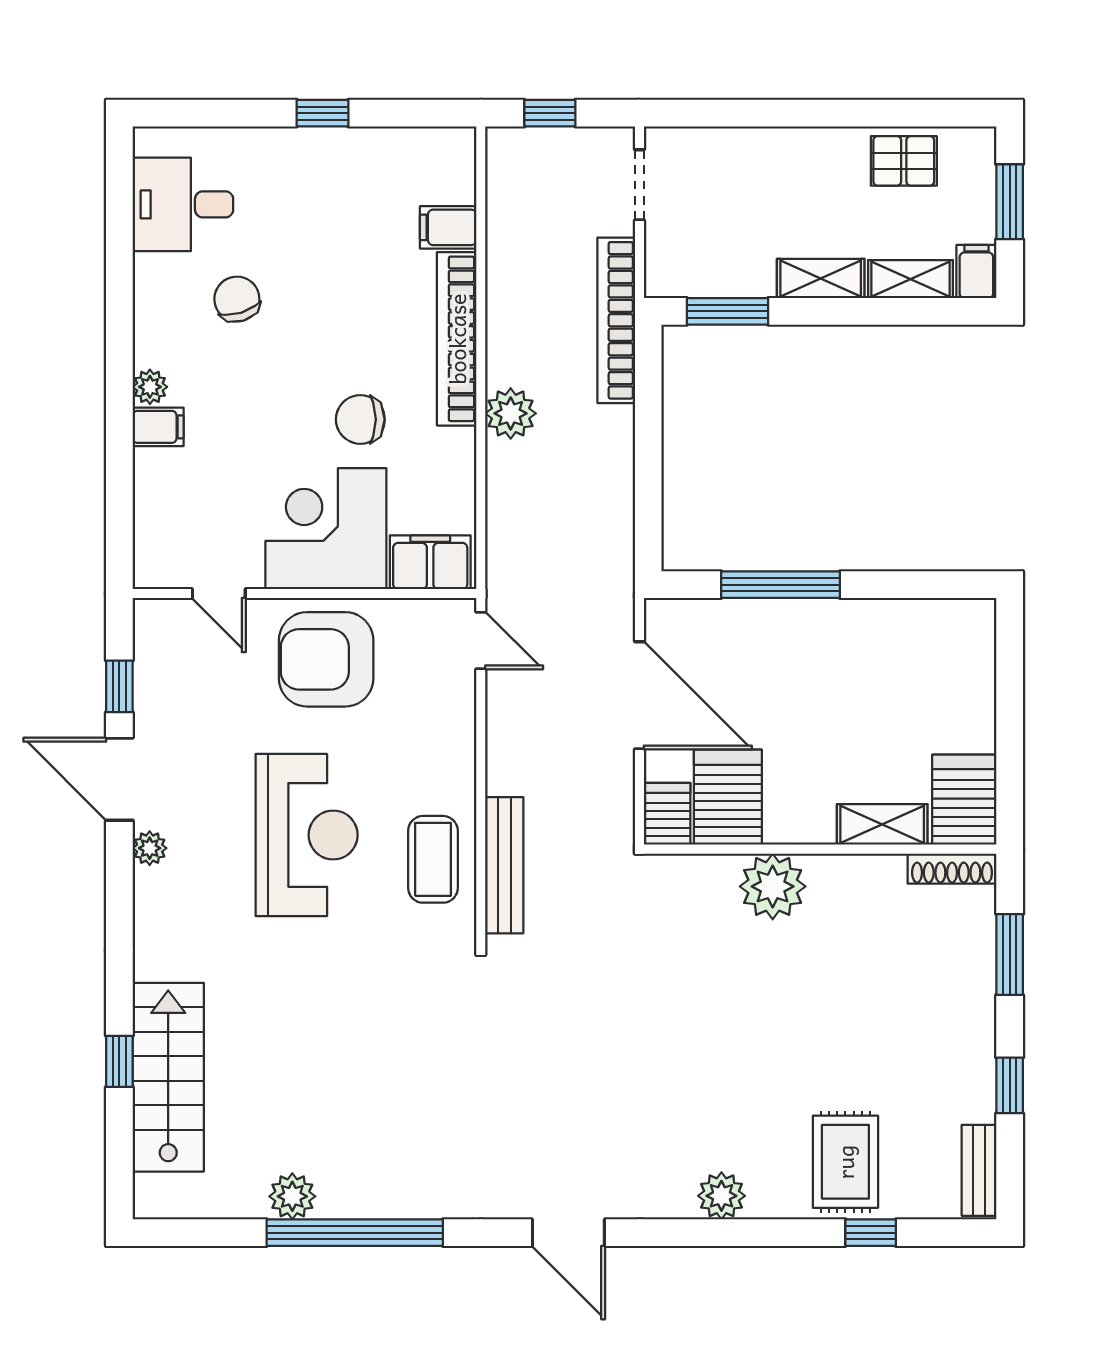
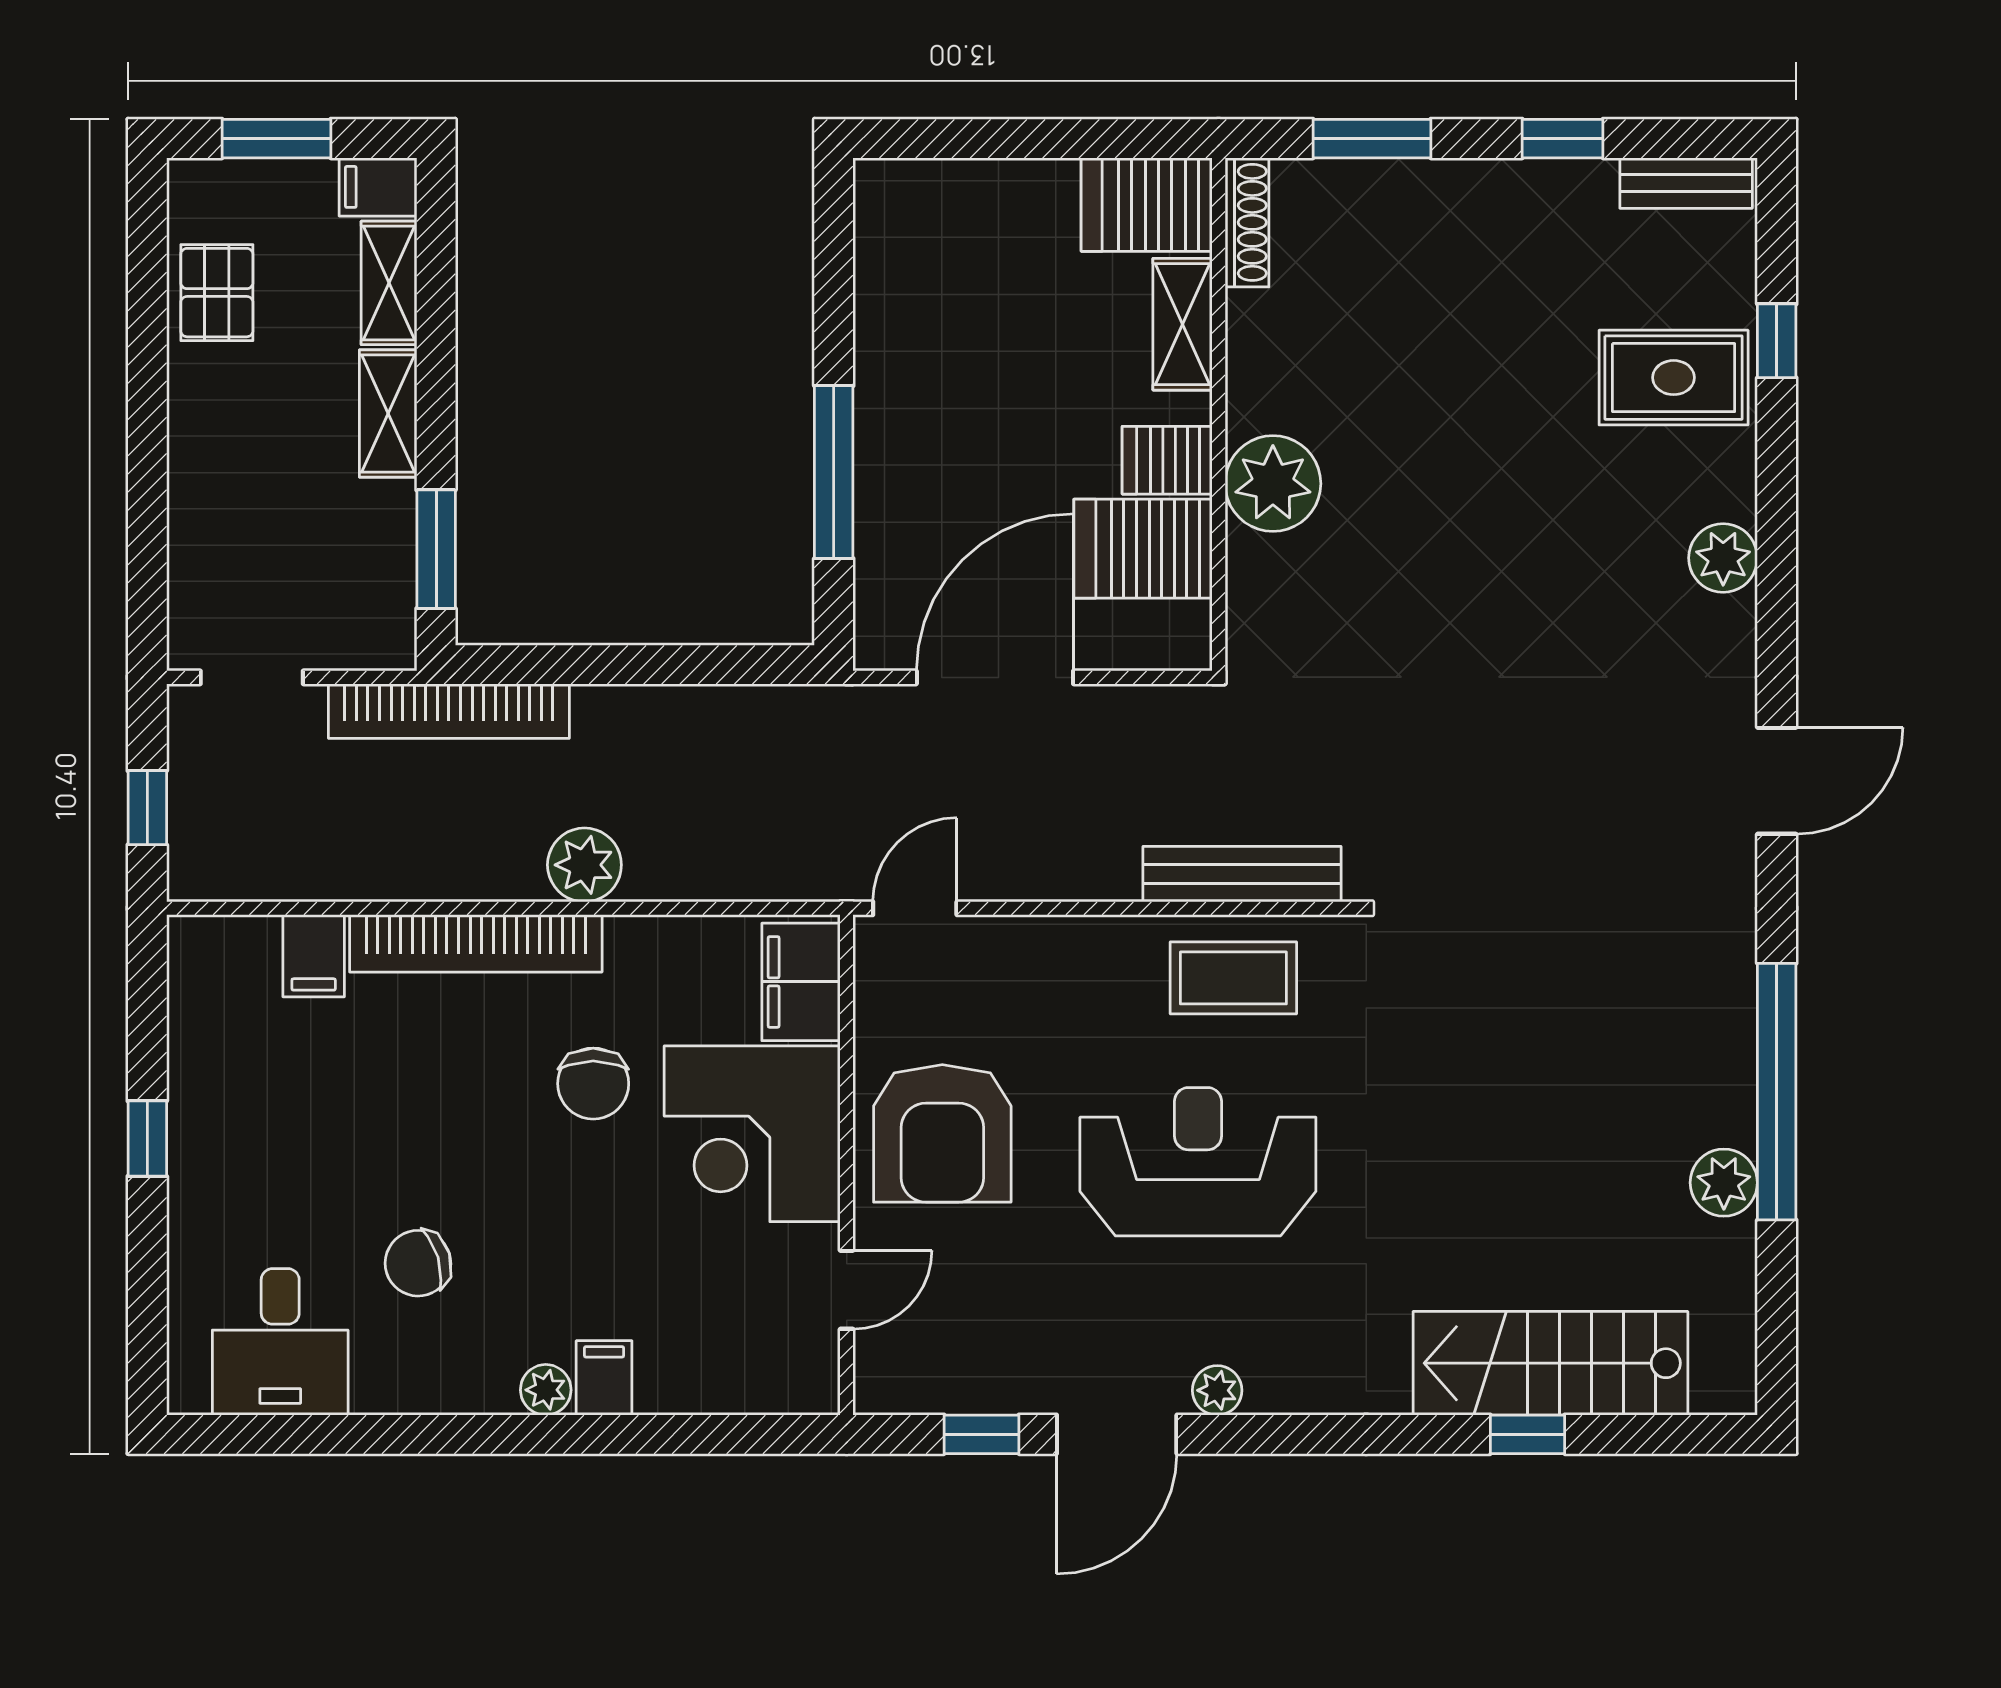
server rack: (667, 814) -> (1167, 460), moved

